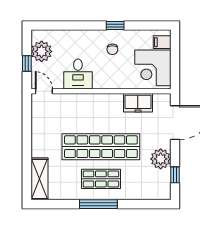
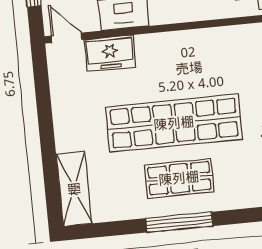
freezer: (138, 103) -> (110, 53), moved

